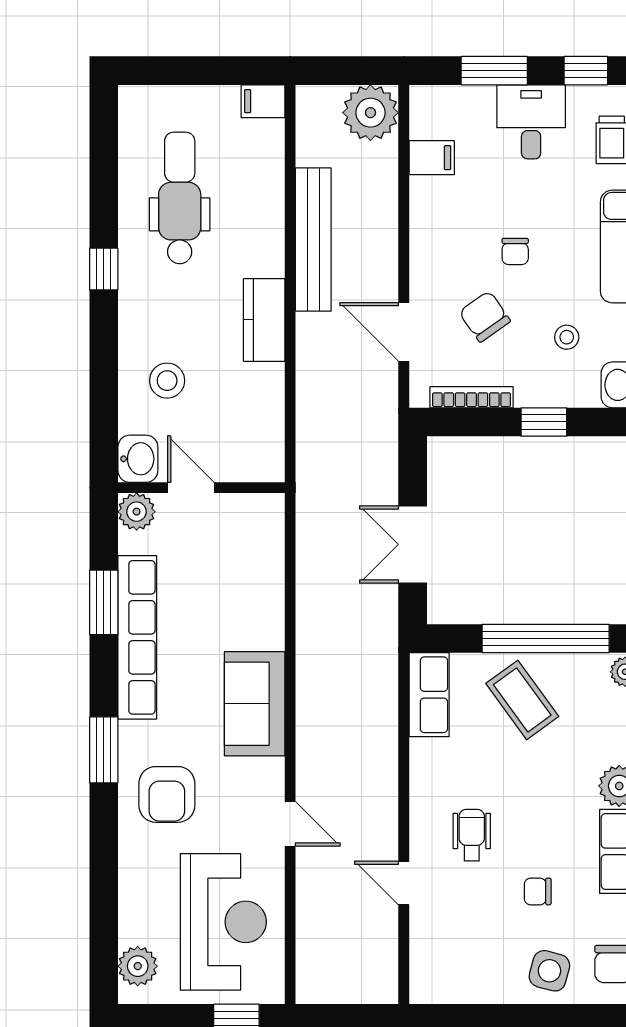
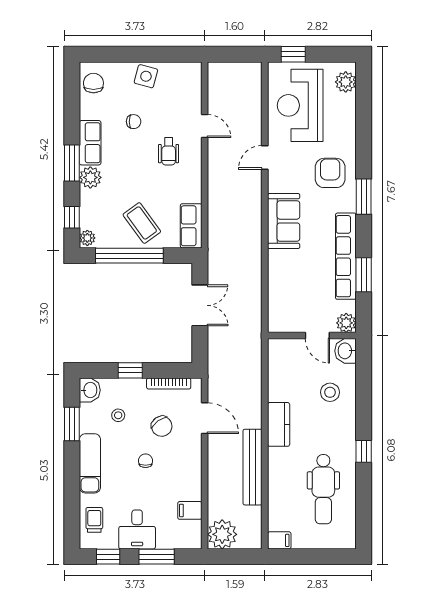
door: (290, 824) -> (265, 157), hinge flipped
side table: (549, 971) -> (146, 76), moved

